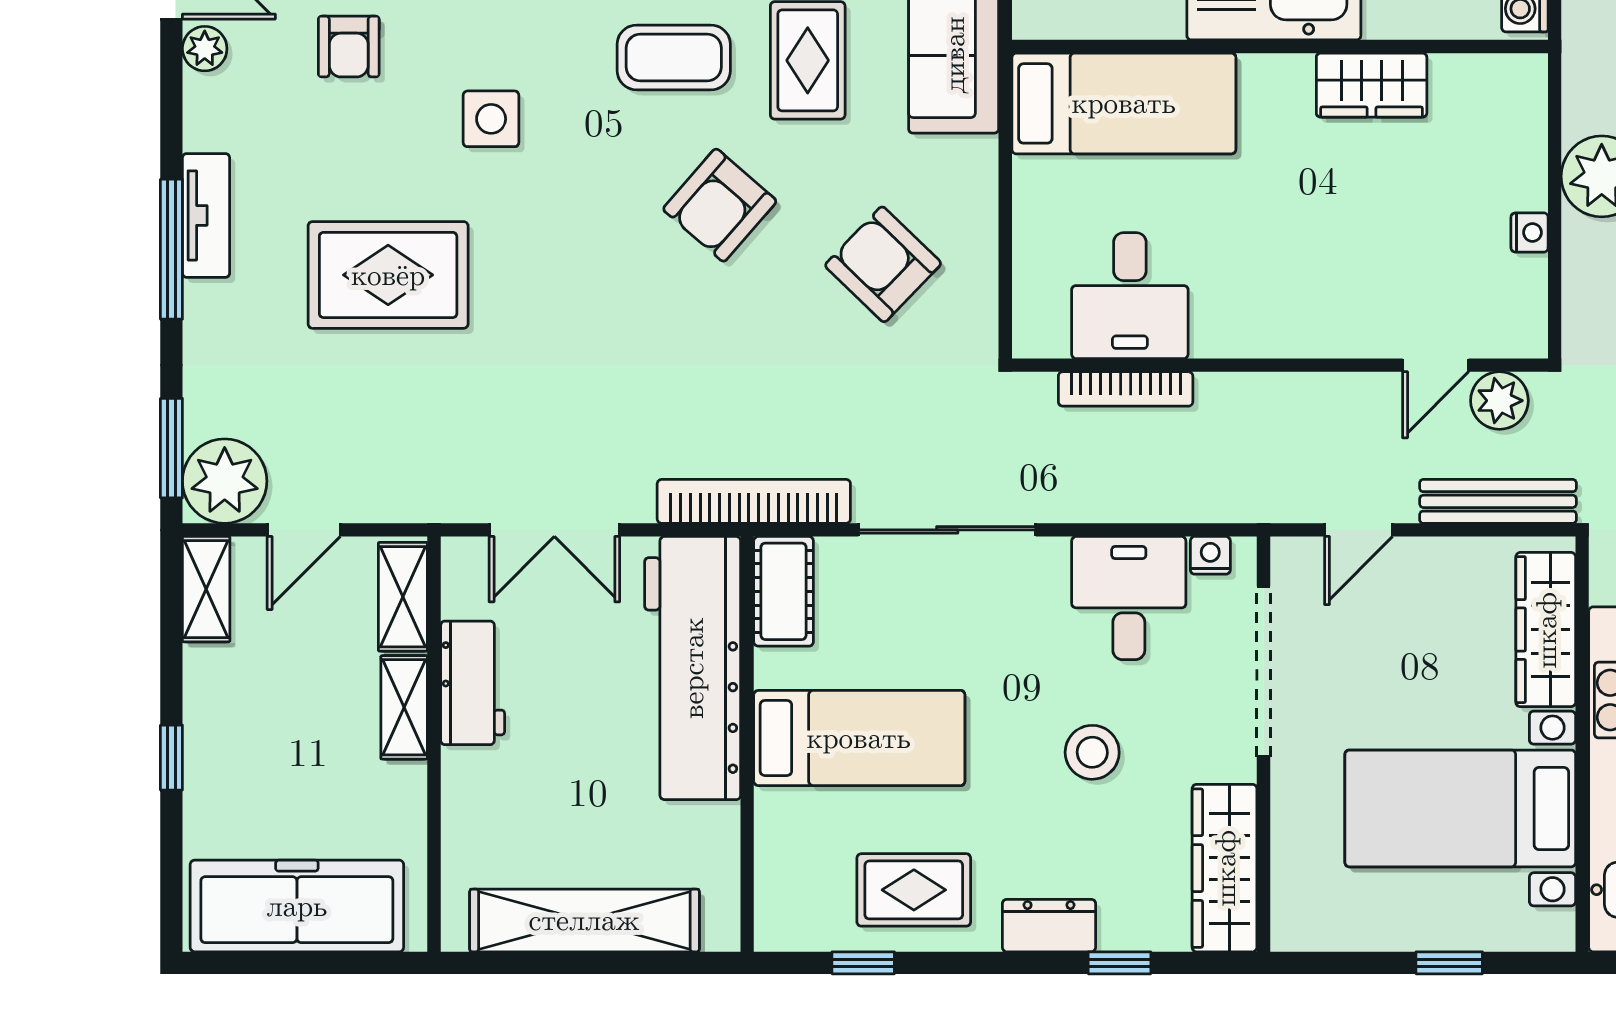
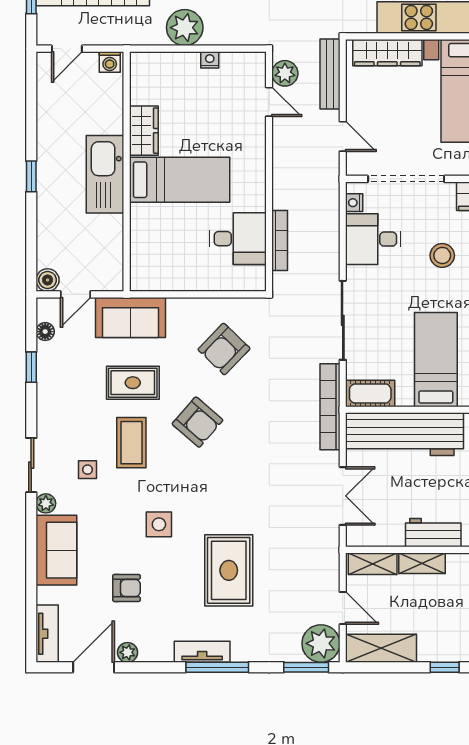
bed: (1124, 103) -> (180, 180), moved, turned 90
shelving: (206, 589) -> (381, 648), width x1.50, depth x1.33
workbench: (473, 683) -> (433, 533), moved

